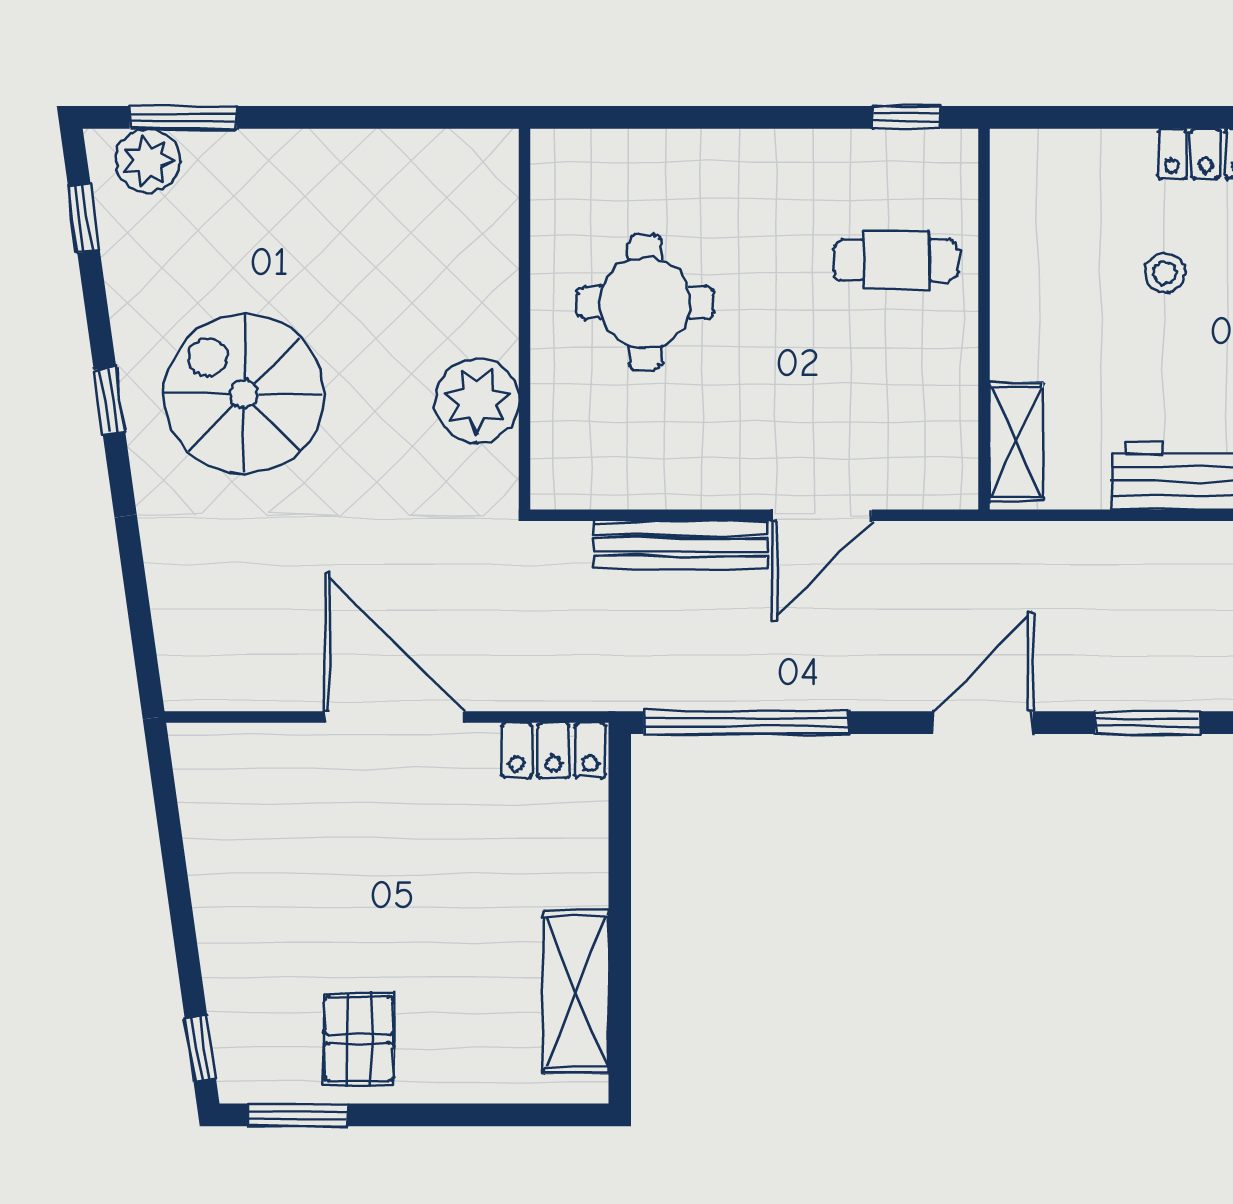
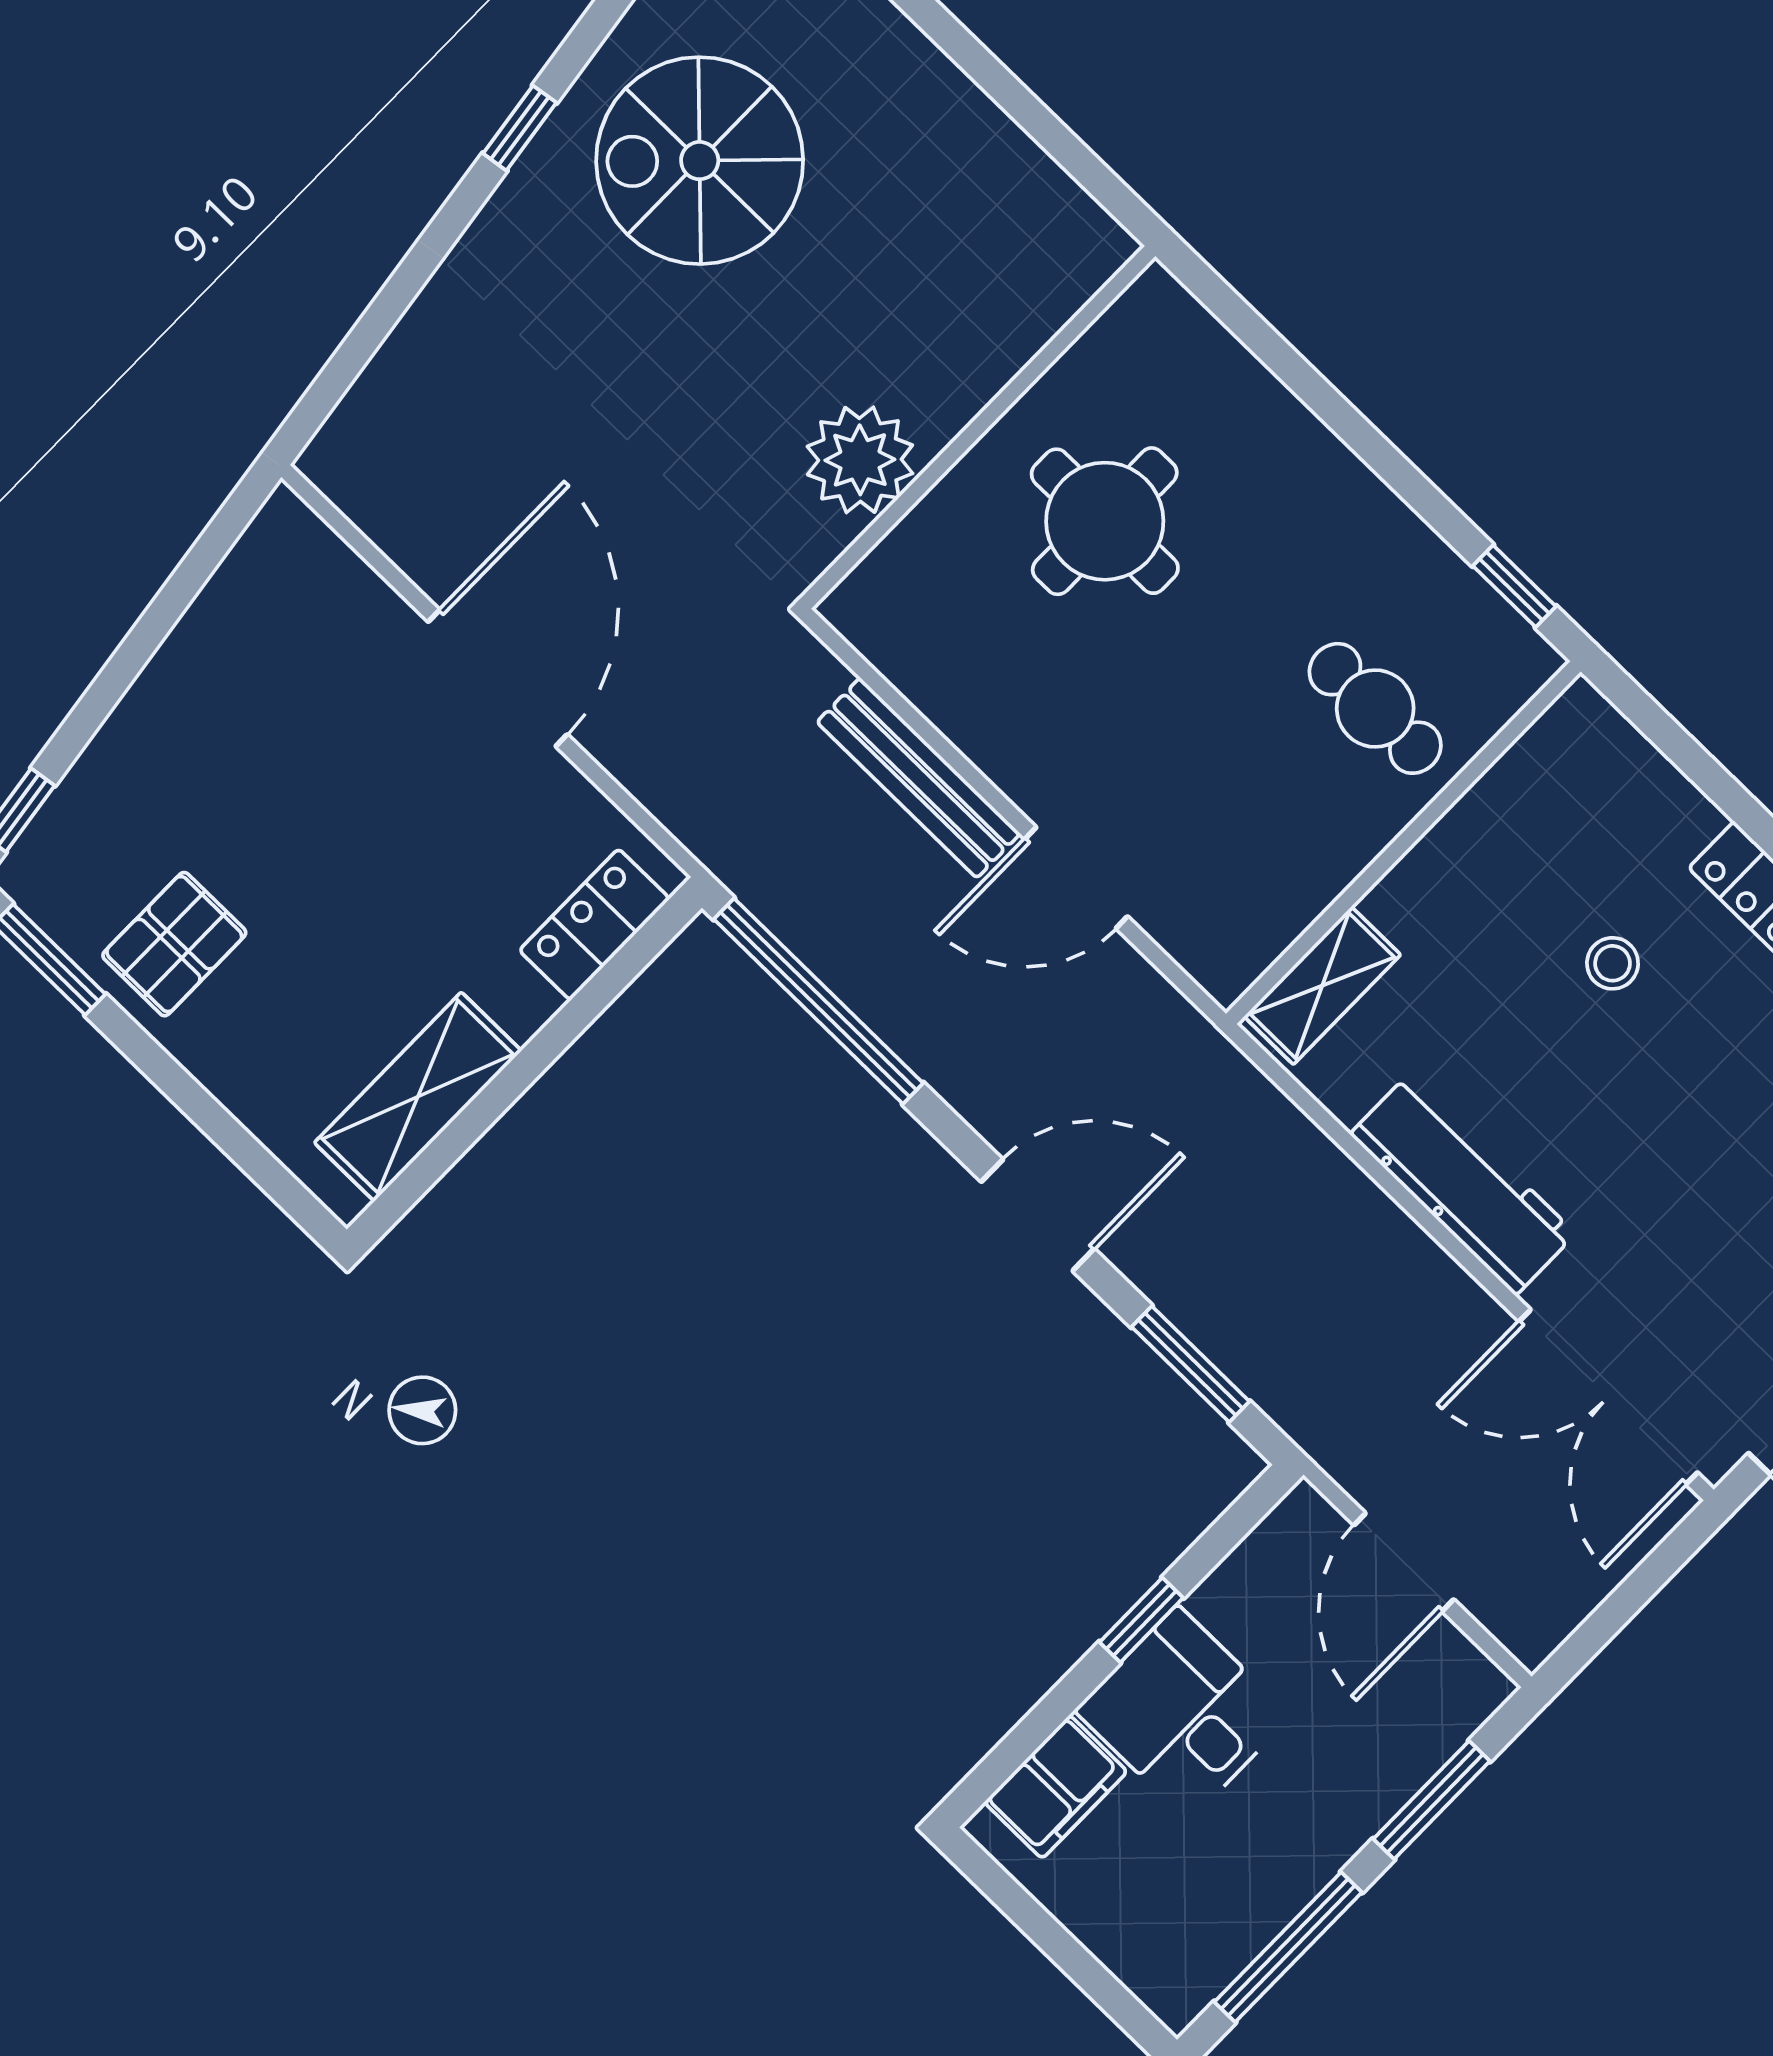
spiral stairs: (244, 394) -> (700, 161), moved, turned -90
locker: (553, 750) -> (594, 924), moved, turned 90

